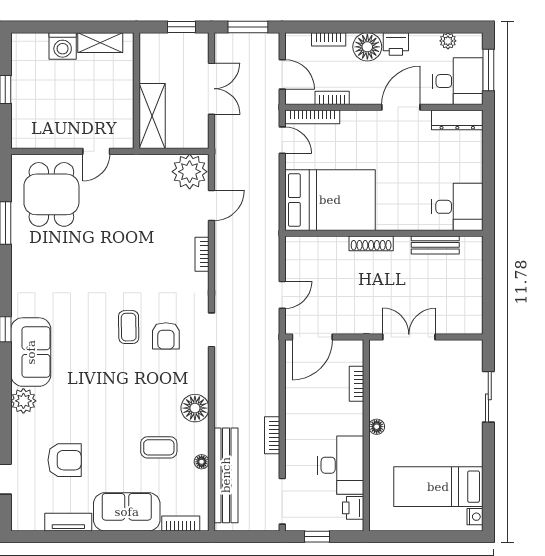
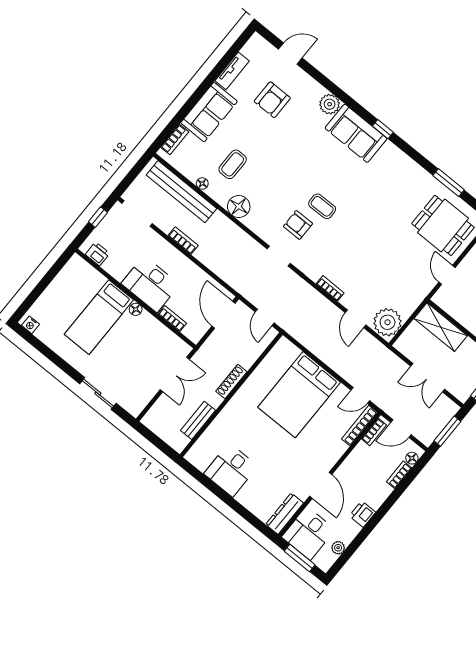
floor lamp: (367, 47) -> (412, 458), moved, width x0.53, depth x0.53
bookcase: (332, 98) -> (374, 432), moved
wall: (384, 233) -> (231, 395), moved
shoe rack: (371, 243) -> (231, 382), moved
bench: (435, 245) -> (198, 420), moved
desk: (341, 465) -> (150, 284), moved
bed: (438, 487) -> (99, 317), moved, turned 180

